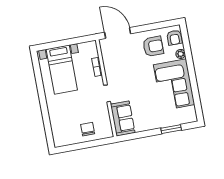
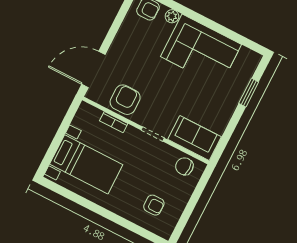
armchair: (153, 46) -> (125, 100), moved
armchair: (68, 125) -> (154, 205), added
chair: (88, 129) -> (184, 166), moved

